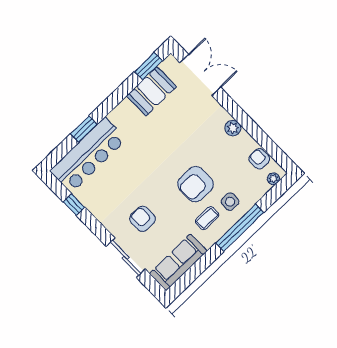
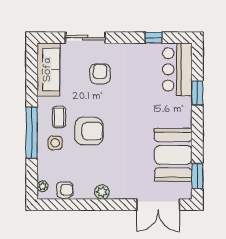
booth: (151, 91) -> (173, 155), width x1.36, depth x1.42
bar counter: (88, 155) -> (177, 69), width x0.73
armchair: (195, 184) -> (89, 131), turned 90
armchair: (143, 219) -> (100, 74), turned -90

